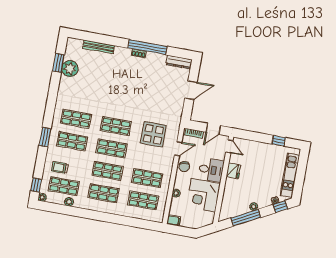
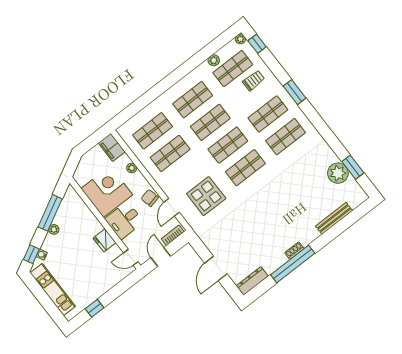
filing cabinet: (174, 220) -> (112, 147), width x2.00

